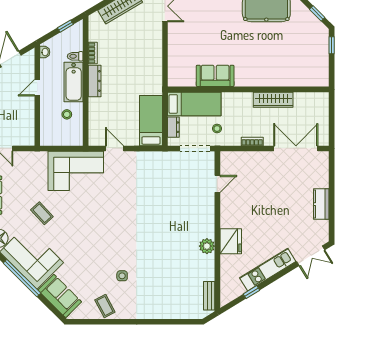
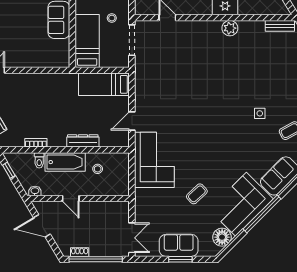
dresser: (95, 81) -> (83, 141), moved
dresser: (173, 127) -> (110, 62), removed

